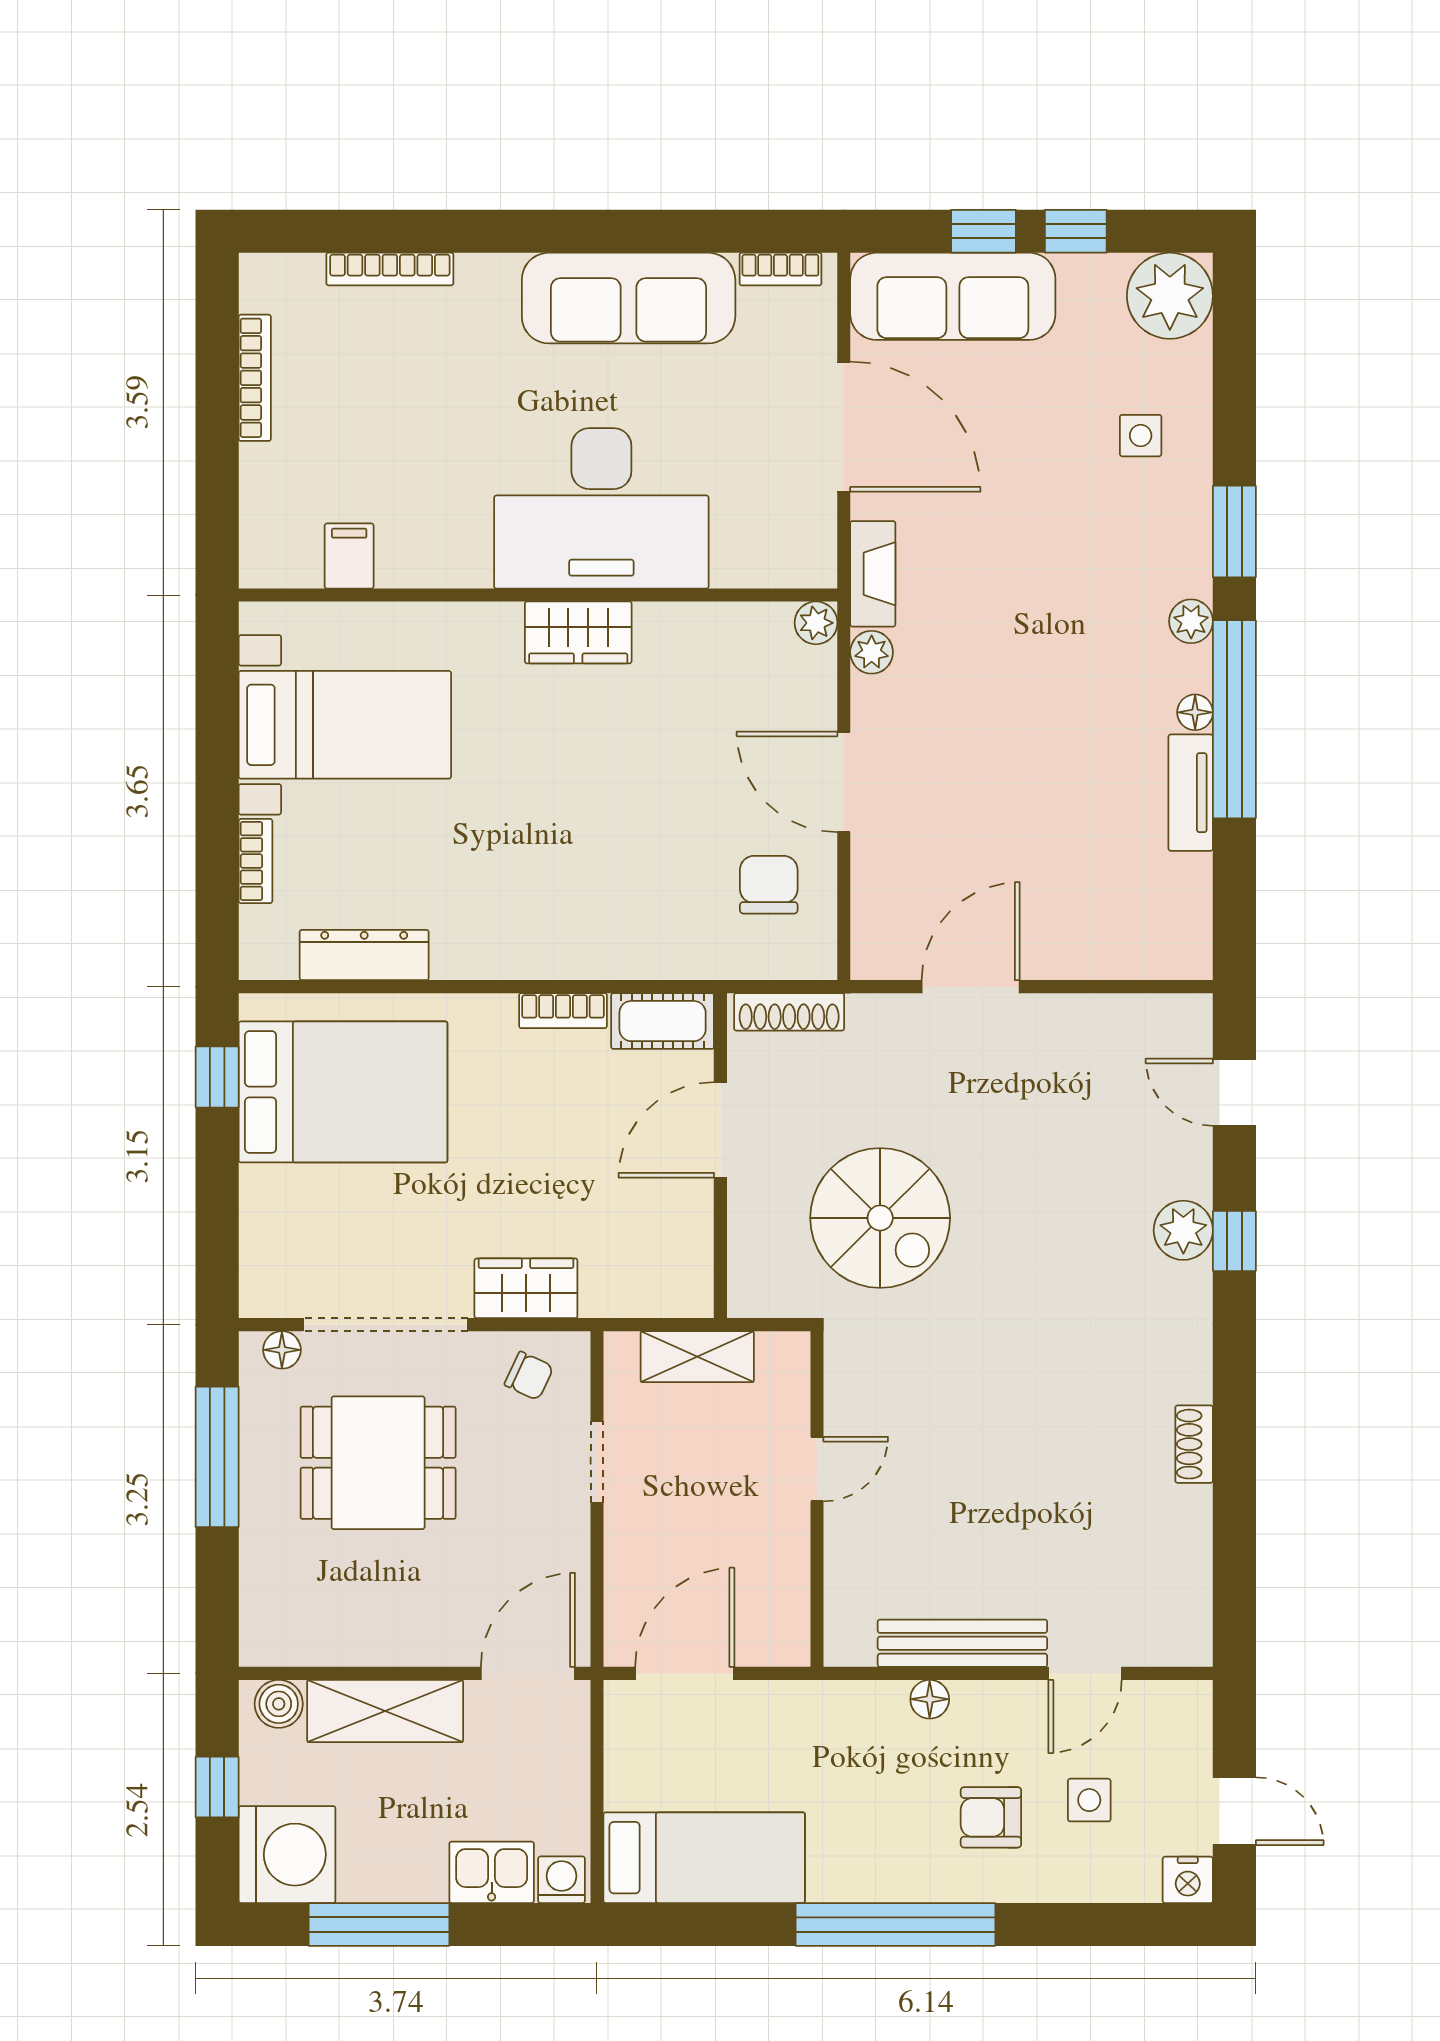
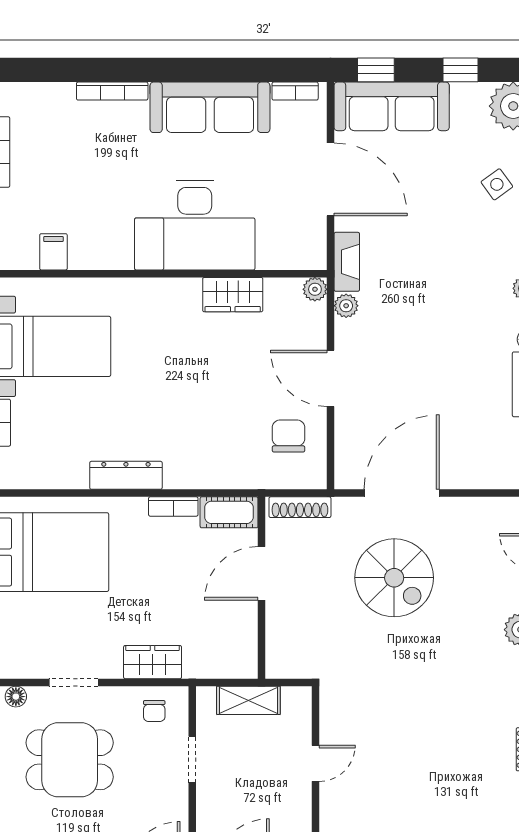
window: (984, 231) -> (376, 70), moved
bookcase: (390, 269) -> (112, 91), moved
side table: (1141, 436) -> (497, 184), turned -36
wardrobe: (578, 632) -> (233, 295), moved
dresser: (364, 955) -> (126, 475), moved
door: (971, 987) -> (402, 493), width x1.36
spiral stairs: (880, 1218) -> (394, 578), moved
doorway: (385, 1325) -> (74, 682), width x0.53
chair: (529, 1376) -> (154, 711), turned 65

